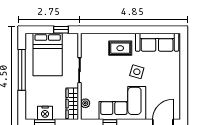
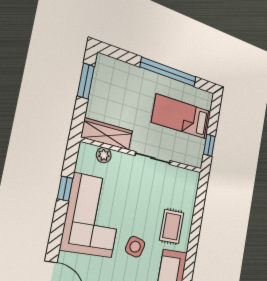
bed: (48, 54) -> (182, 117), width x0.67
nightstand: (45, 113) -> (101, 87), removed

